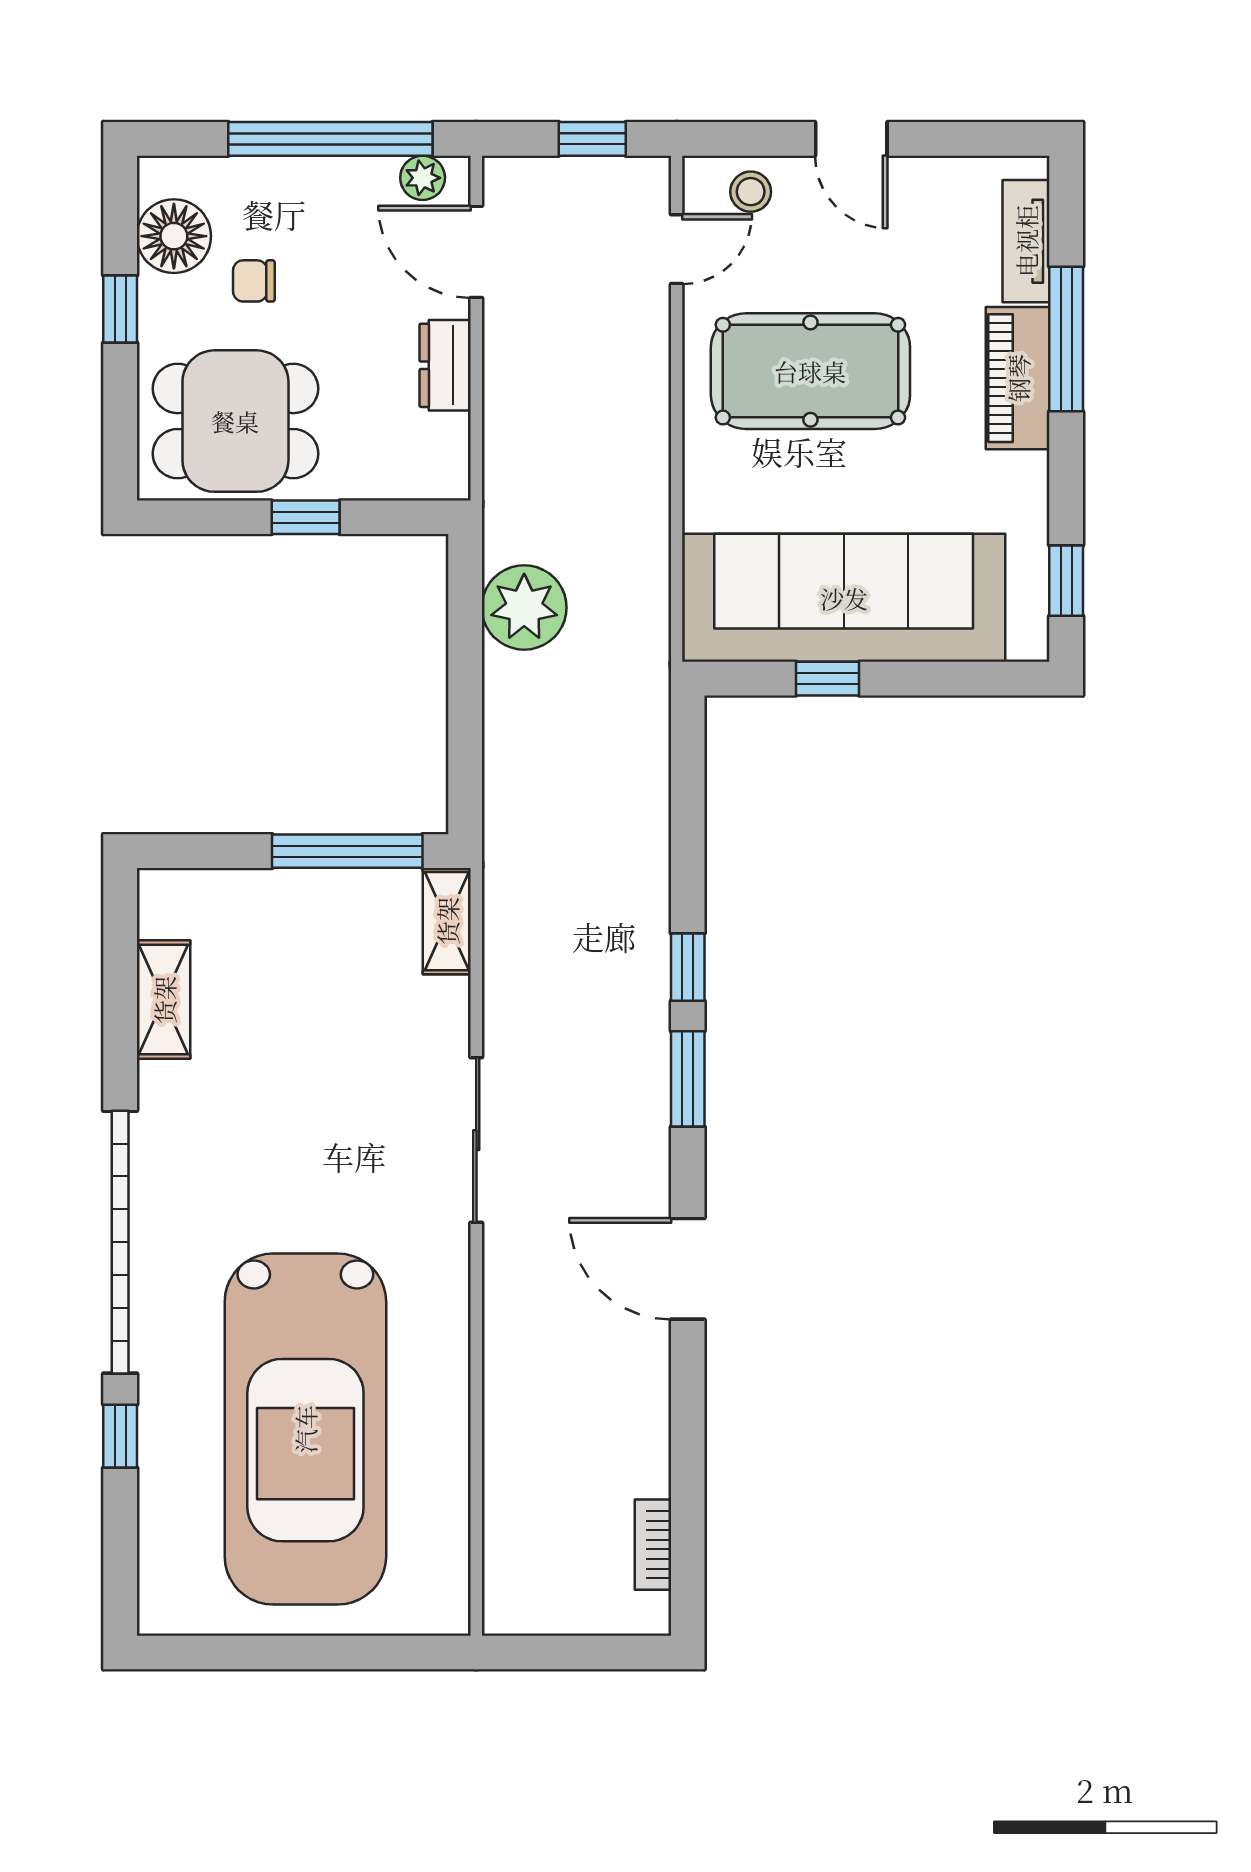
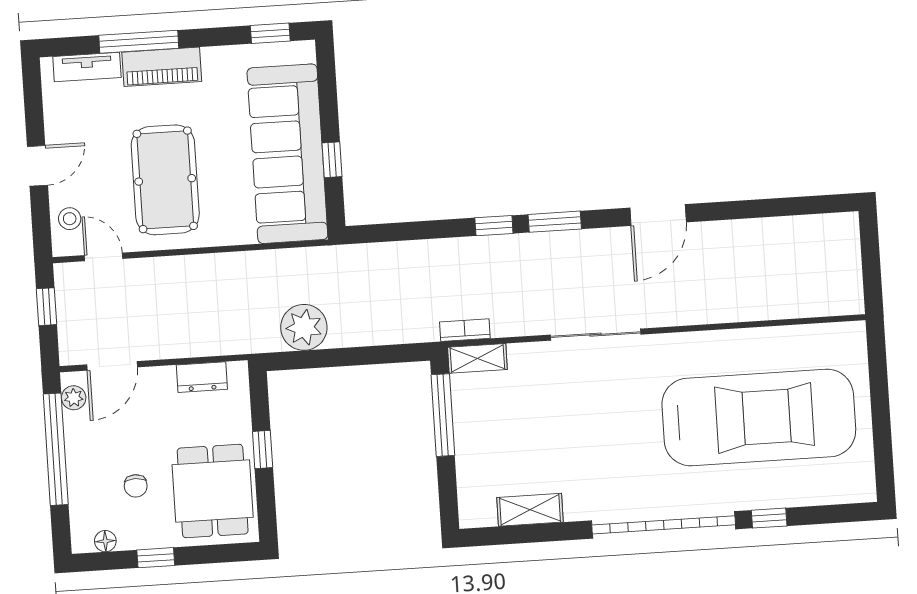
floor lamp: (174, 236) -> (105, 541), width x0.53, depth x0.53
dresser: (445, 365) -> (202, 377), moved
bookcase: (653, 1545) -> (465, 330), moved, turned 180

